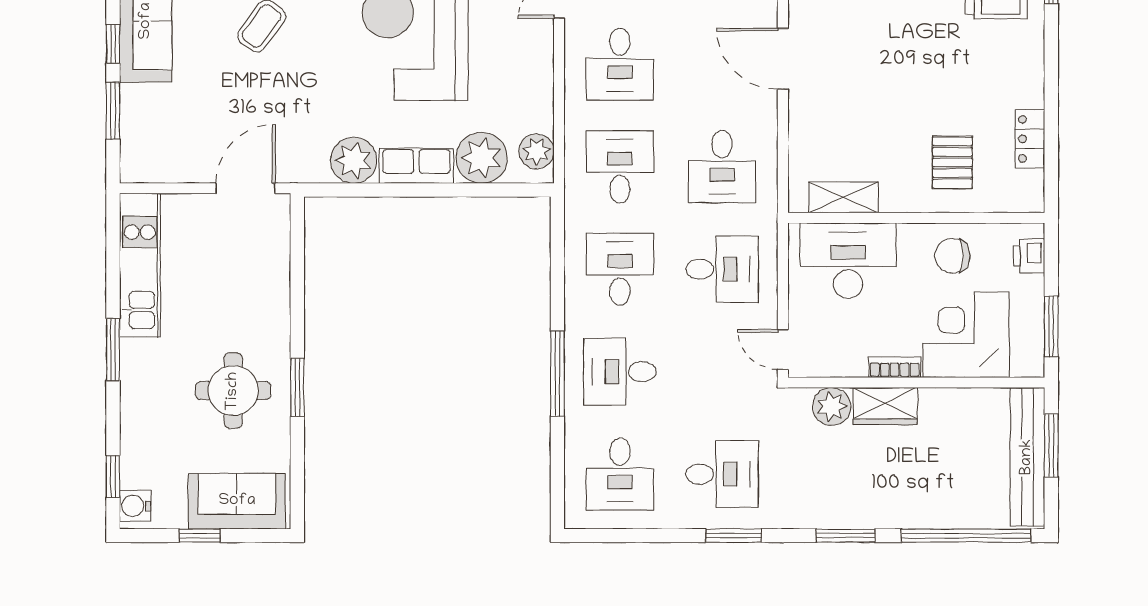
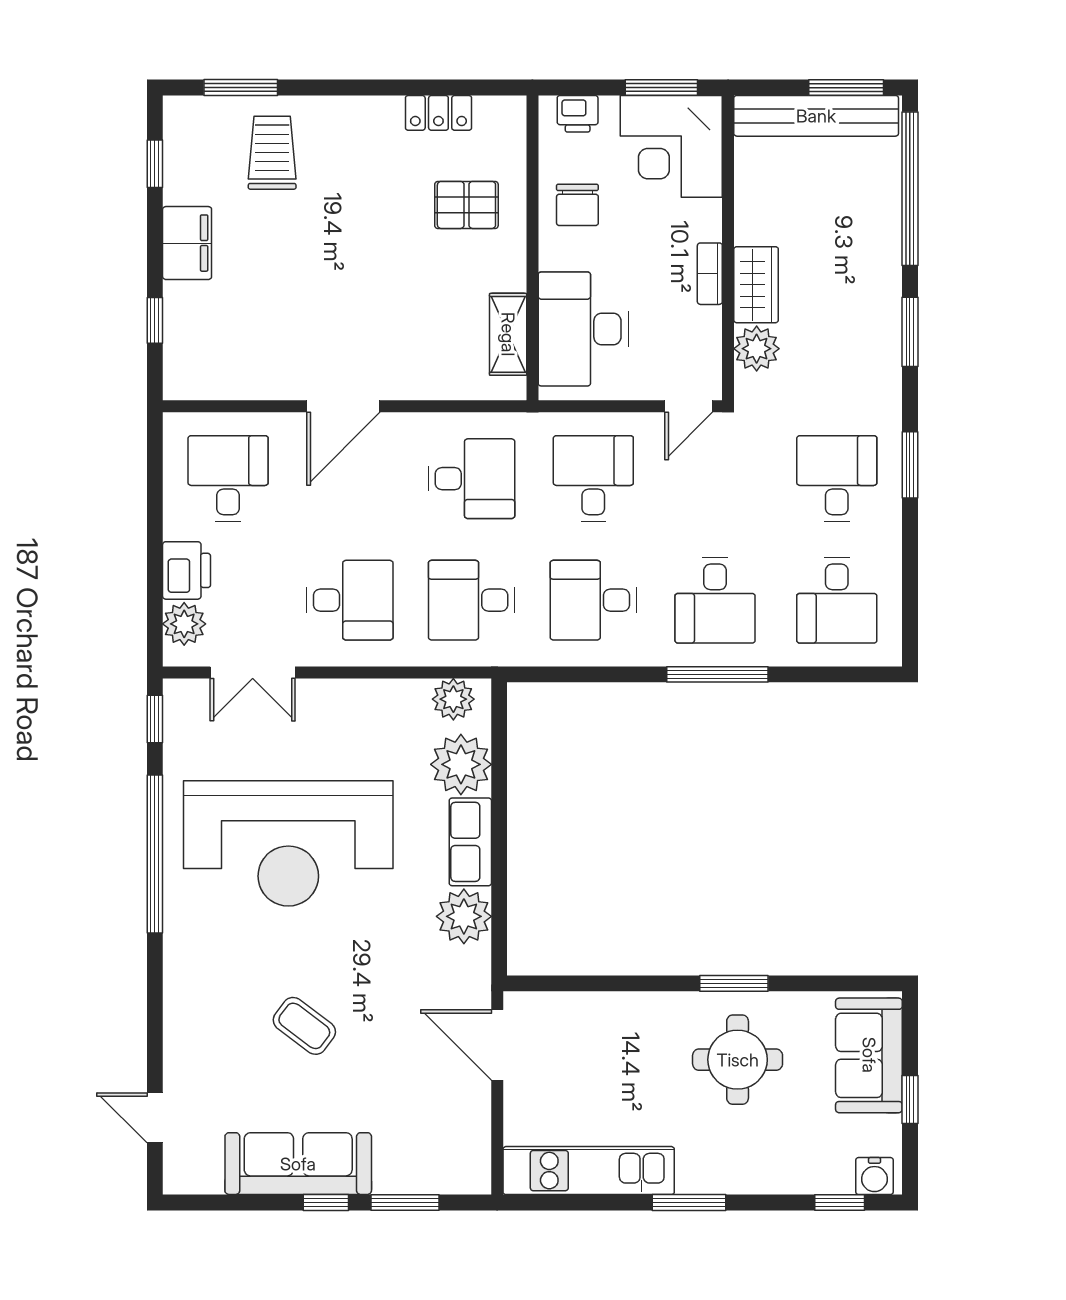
corner desk: (966, 335) -> (671, 146), moved
window: (1051, 446) -> (846, 88), moved
desk: (620, 474) -> (837, 600), turned 90

